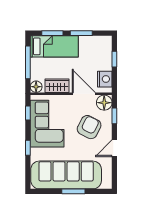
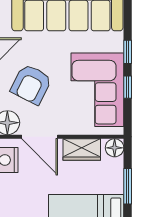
window: (28, 62) -> (128, 186), width x0.69
window: (28, 113) -> (128, 87), moved

